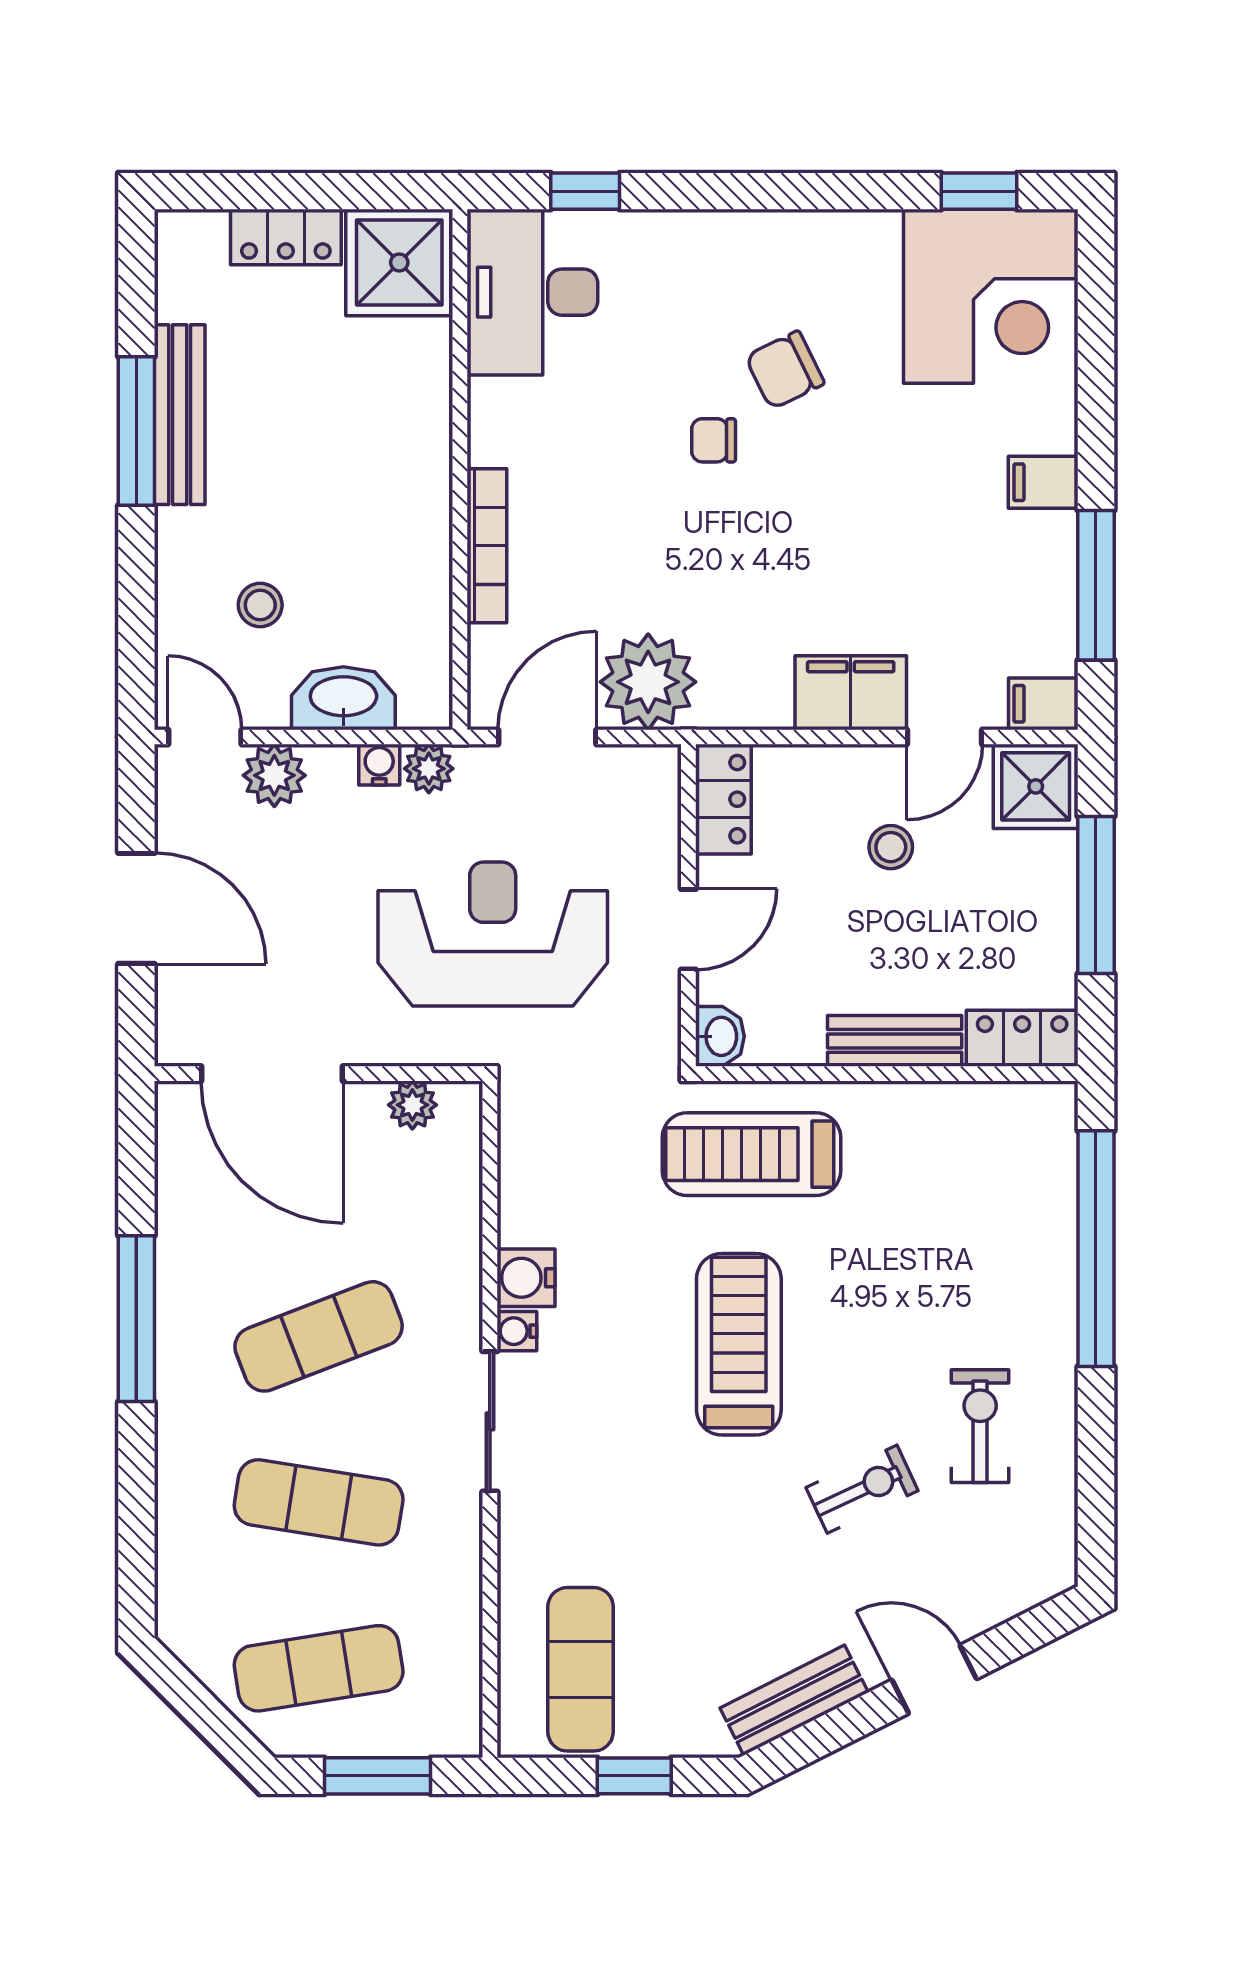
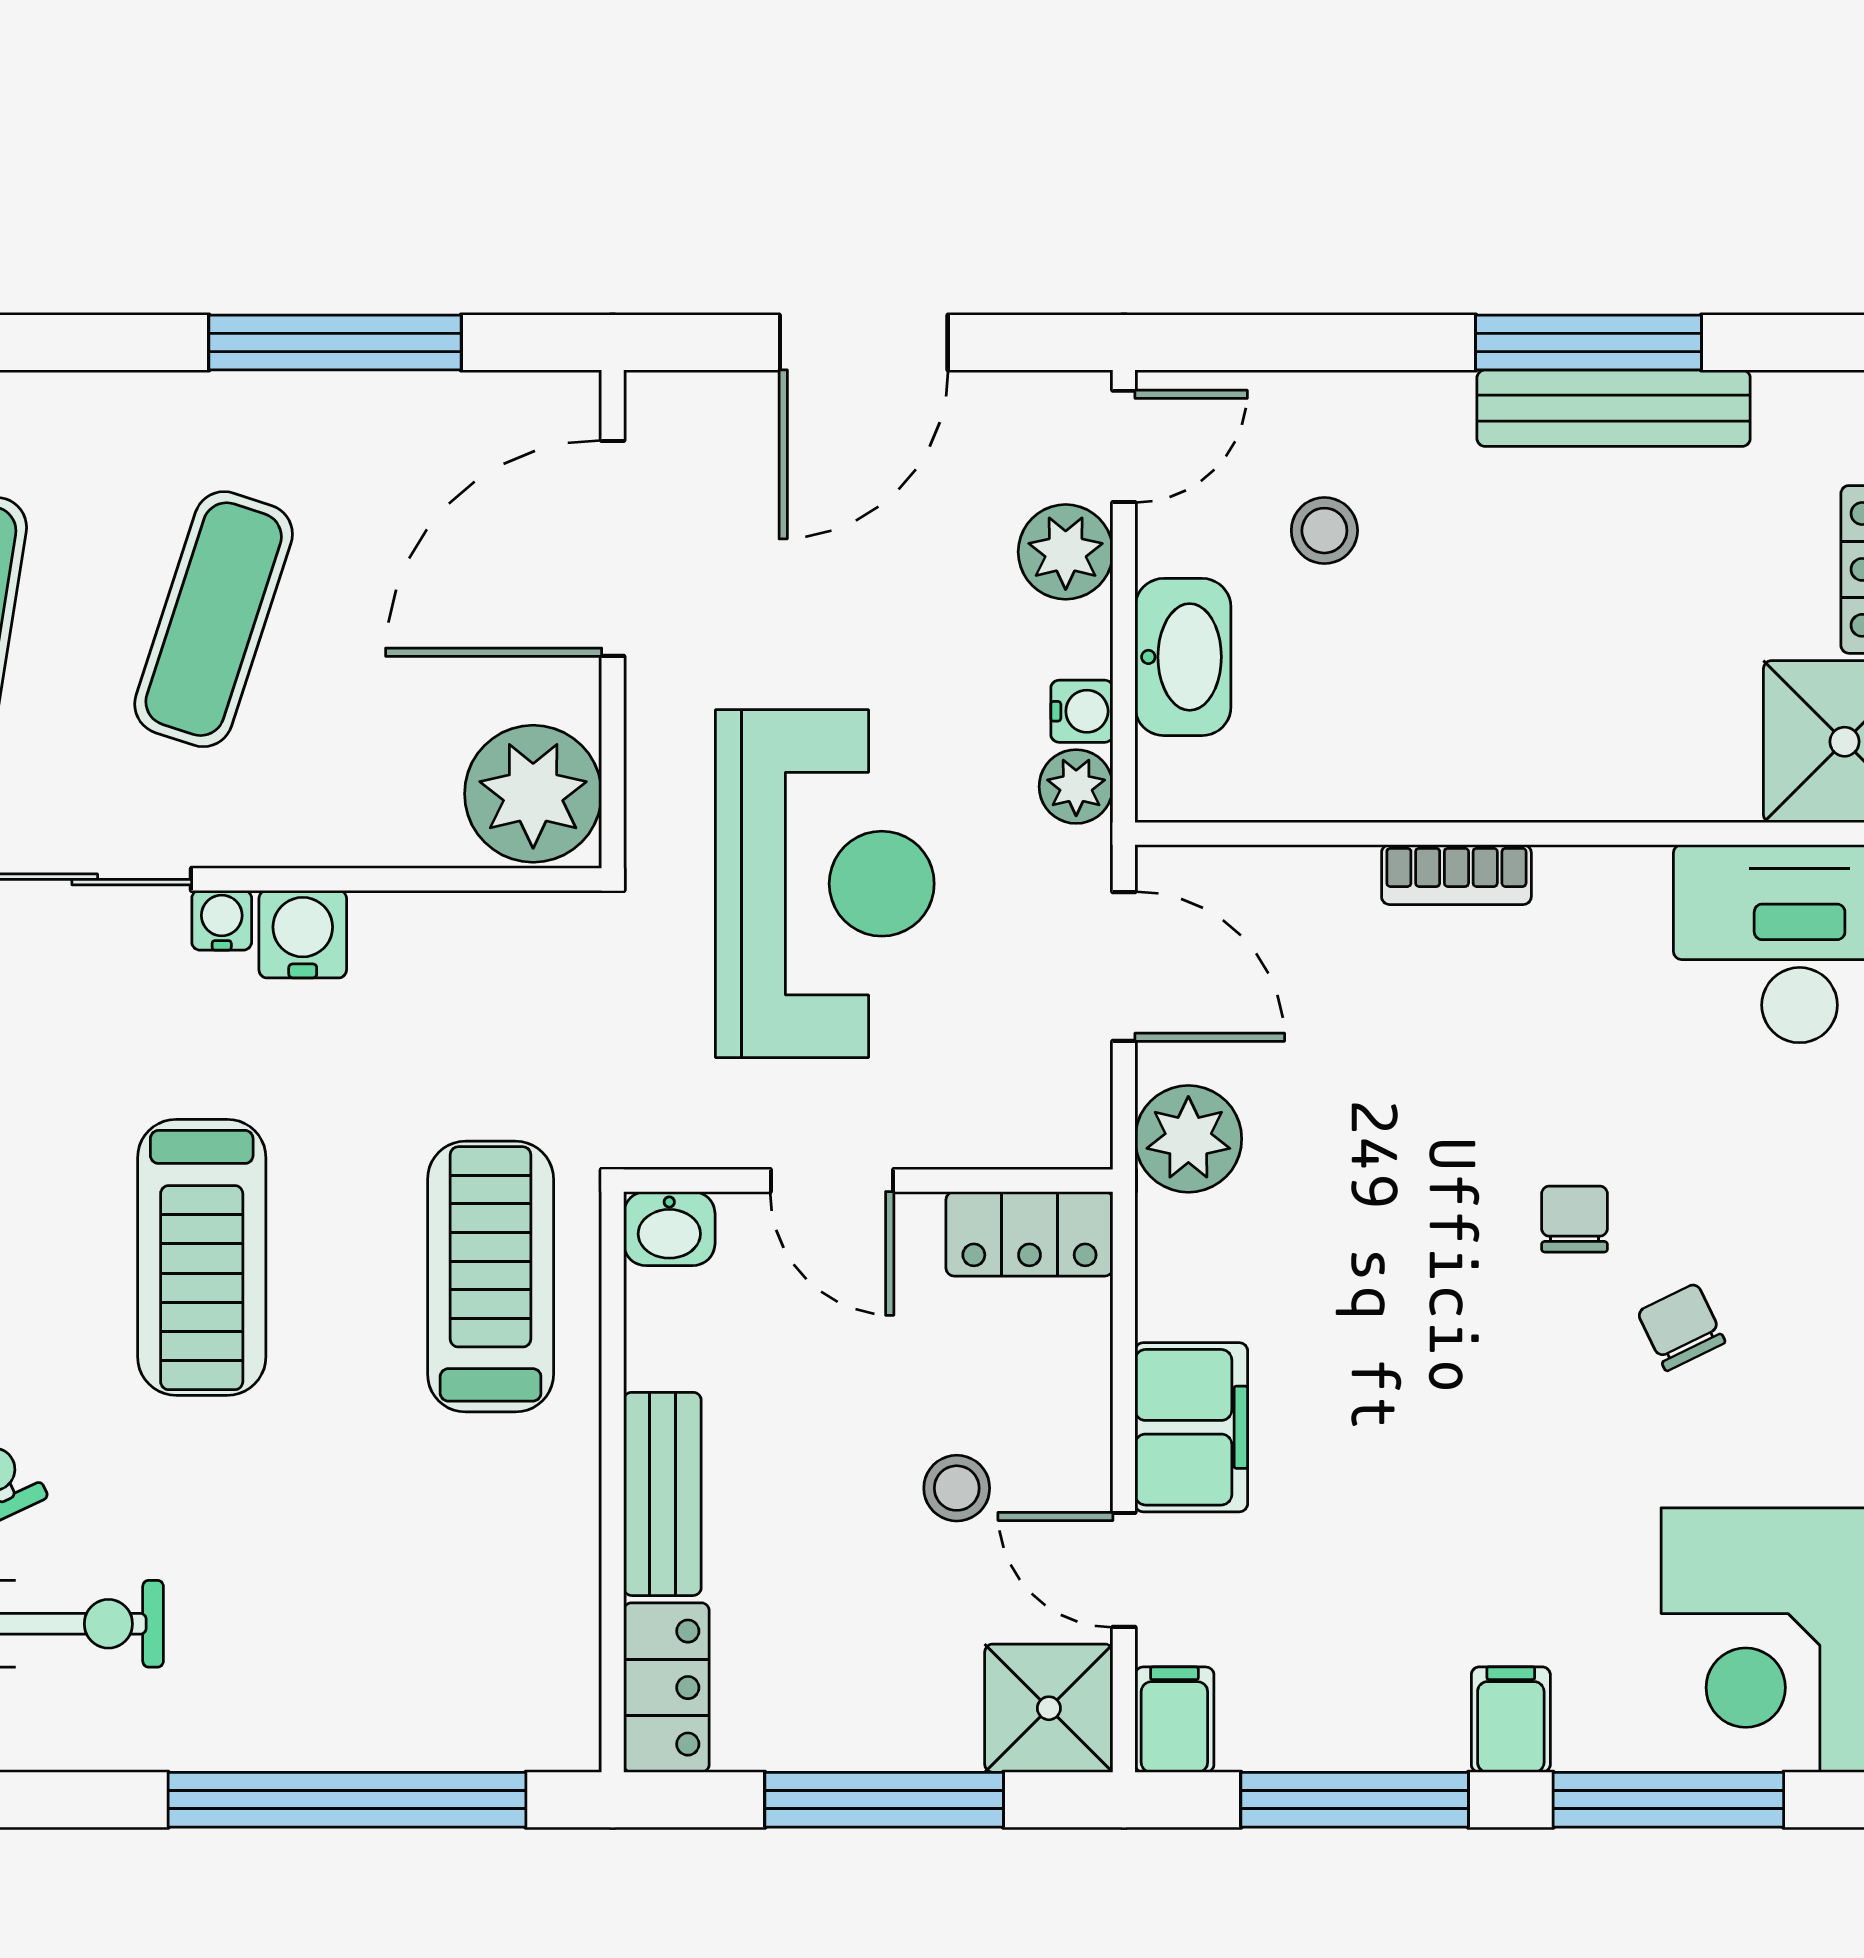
chair: (785, 370) -> (1681, 1327), width x0.73, depth x0.73
window: (1096, 378) -> (1668, 1800), added
bookcase: (487, 546) -> (1456, 875), width x0.64
plant: (648, 682) -> (1188, 1139), width x0.73, depth x0.73
plant: (412, 1105) -> (533, 794), width x1.88, depth x1.88
window: (136, 1319) -> (335, 342), moved
exercise mat: (319, 1336) -> (214, 619), turned 39
treadmill: (739, 1344) -> (202, 1257), turned 90

